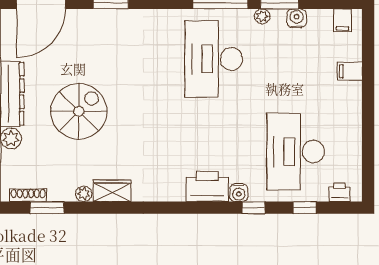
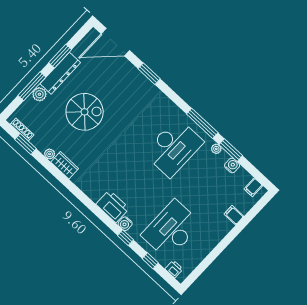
desk: (214, 59) -> (174, 147), turned 180

